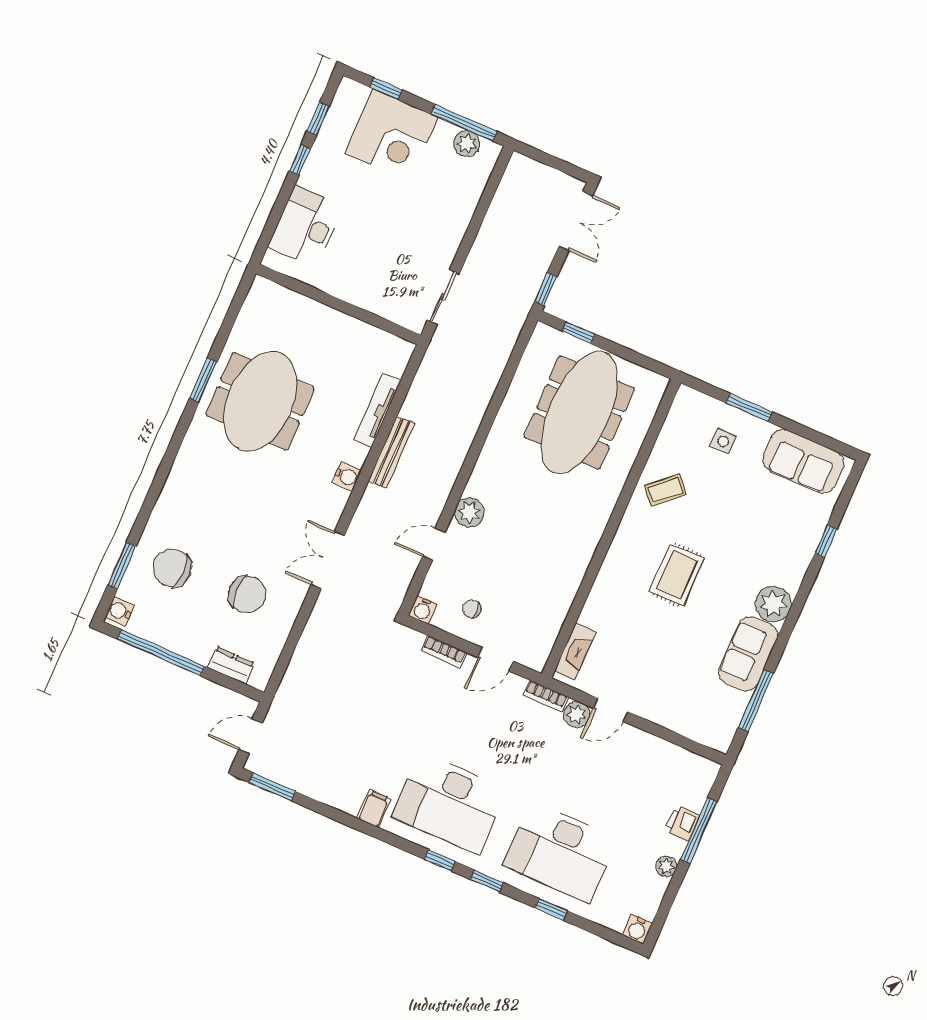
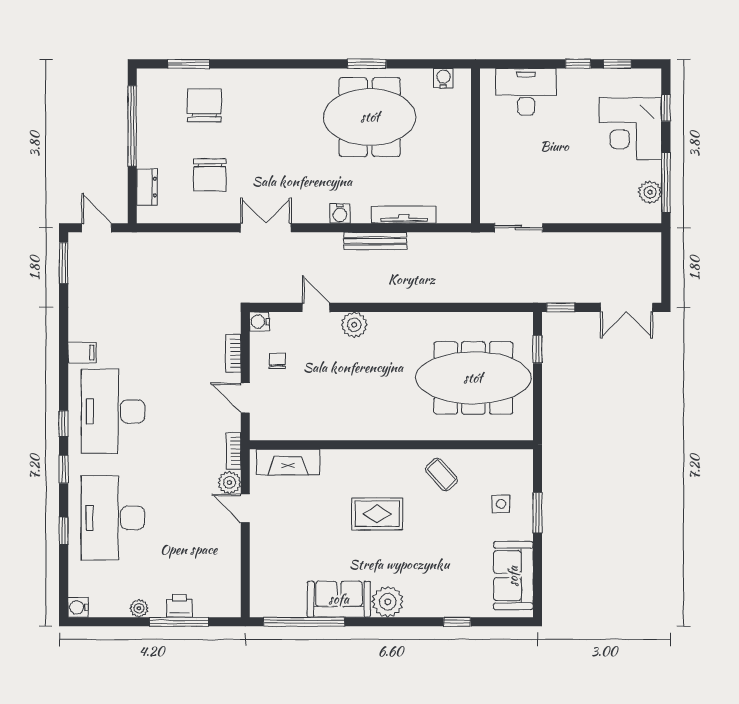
water cooler: (120, 611) -> (443, 78), moved
fireplace: (575, 651) -> (288, 462), width x1.37, depth x1.32
window: (756, 700) -> (304, 622), width x1.46

